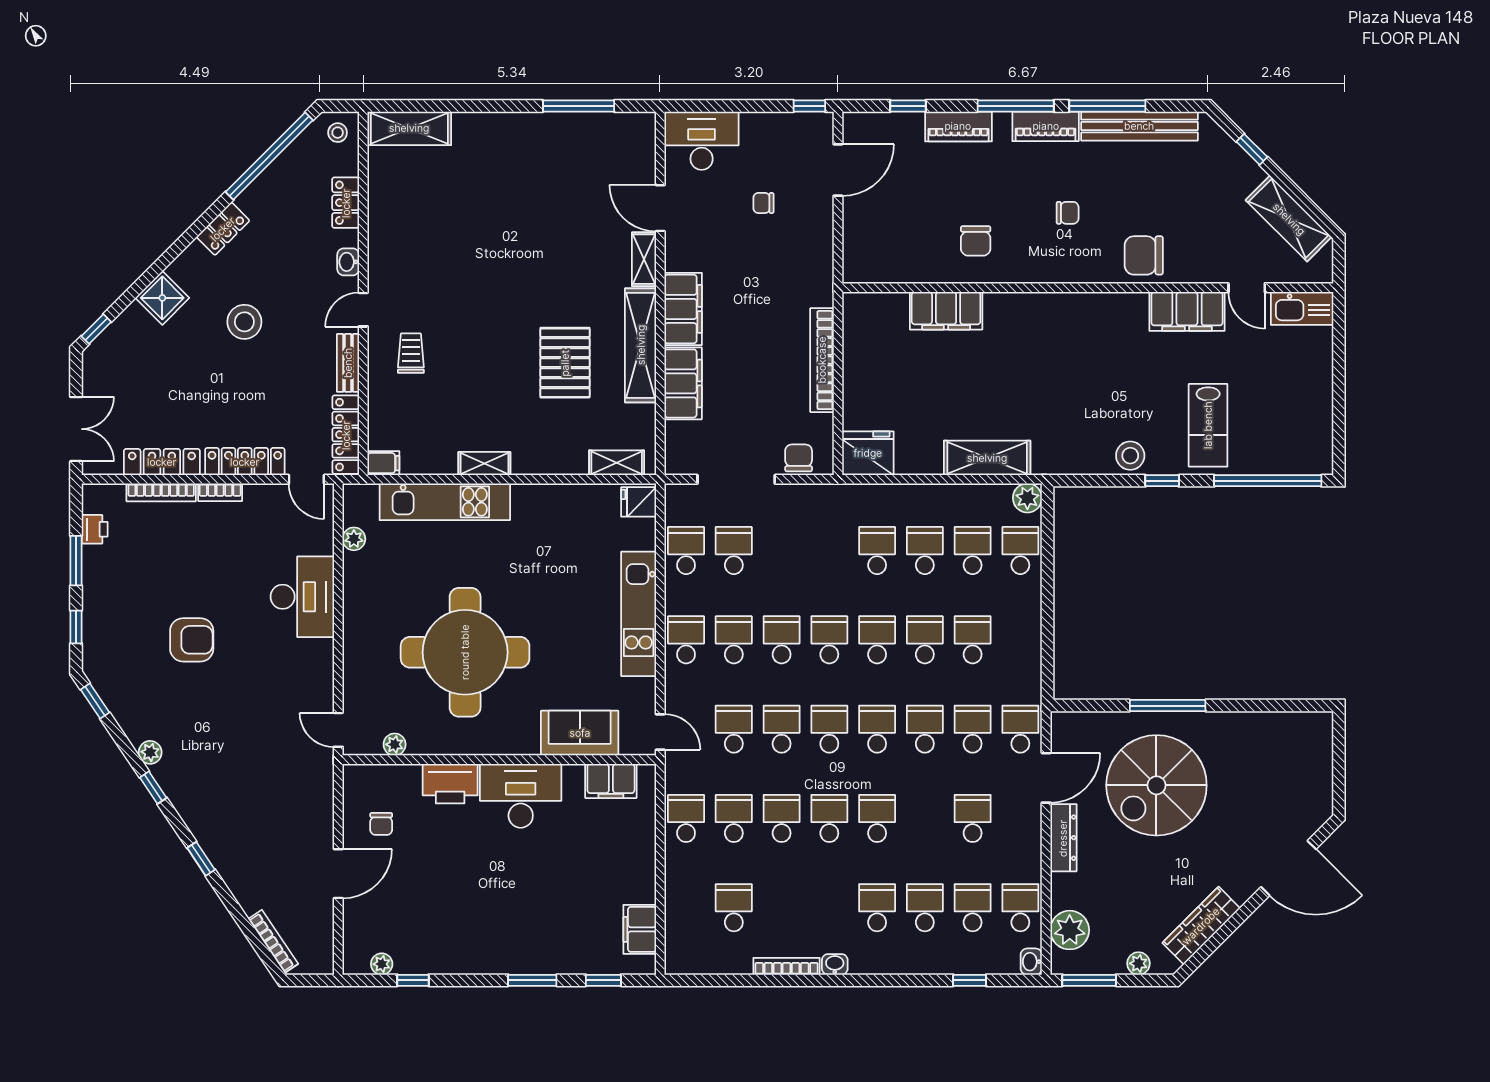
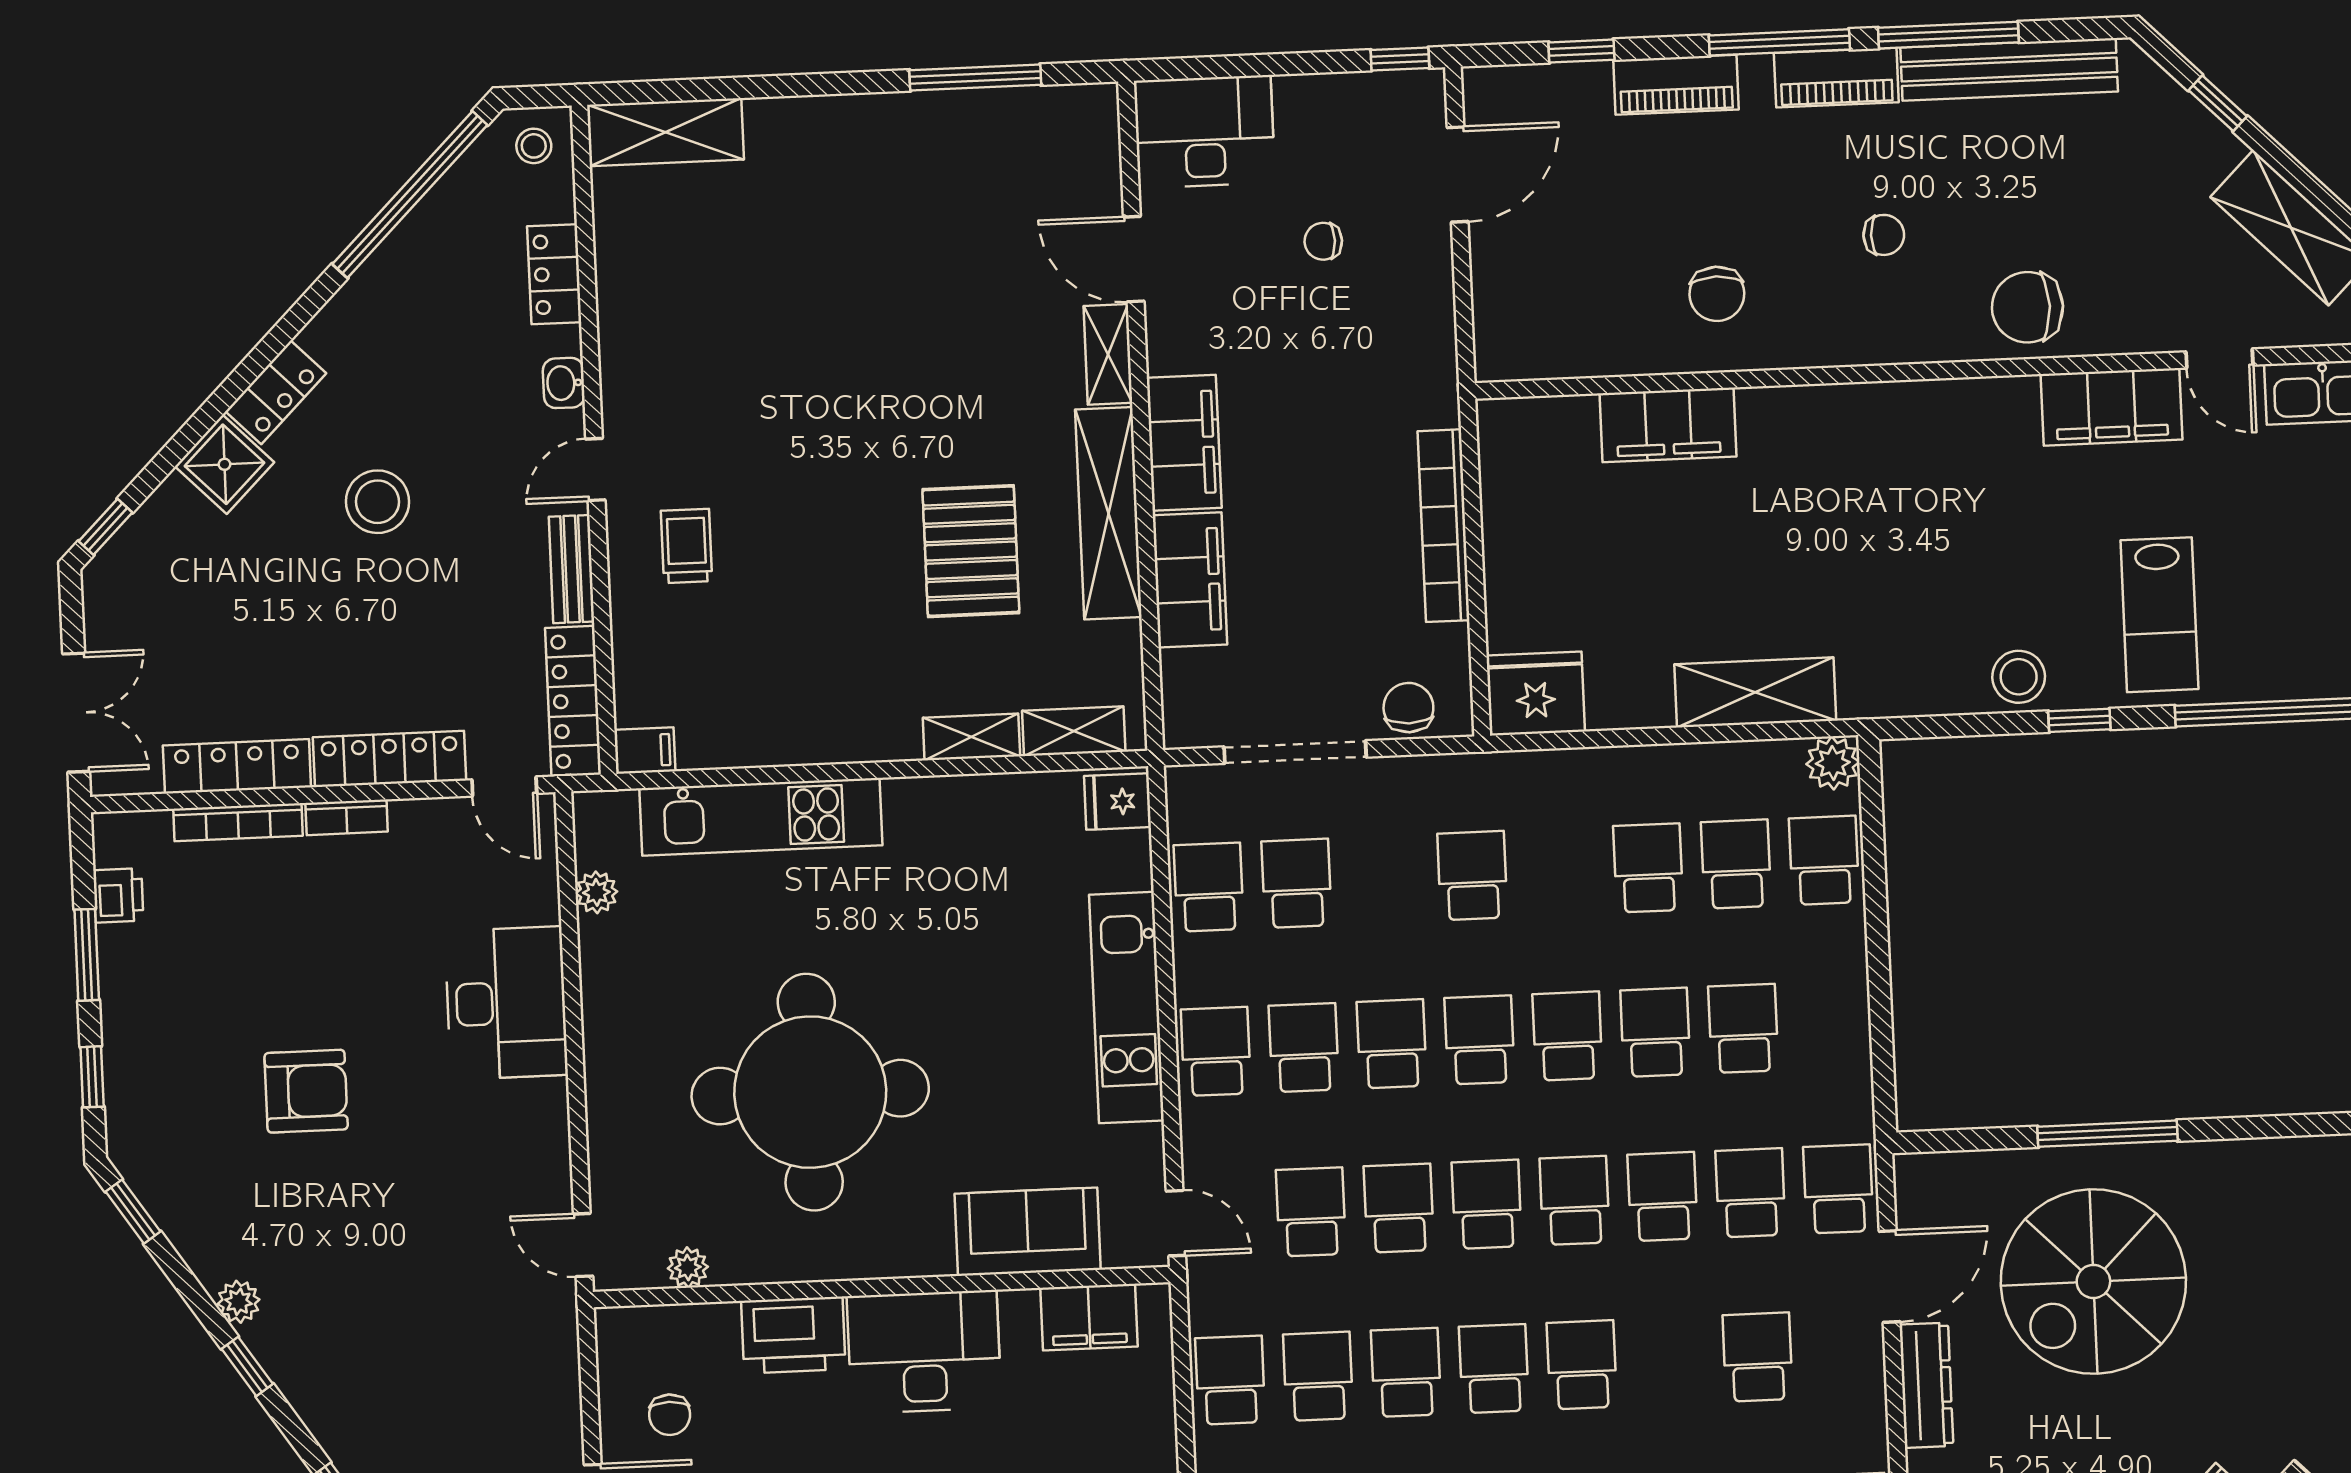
locker: (223, 229) -> (276, 392), moved
shelving: (484, 463) -> (971, 737), moved
school desk: (877, 551) -> (1472, 876), moved

